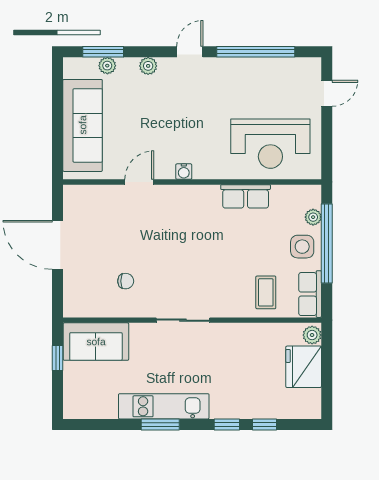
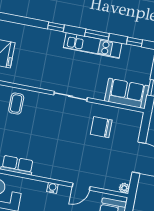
plant: (71, 193) -> (124, 188), added
chair: (126, 281) -> (101, 127), width x1.87, depth x1.87
window: (264, 424) -> (134, 42), moved

